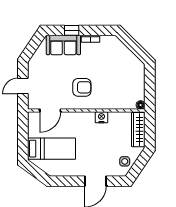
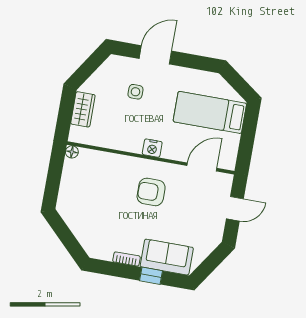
nightstand: (101, 117) -> (152, 148), moved
wardrobe: (138, 130) -> (83, 109), width x0.67
side table: (125, 161) -> (135, 92), moved

